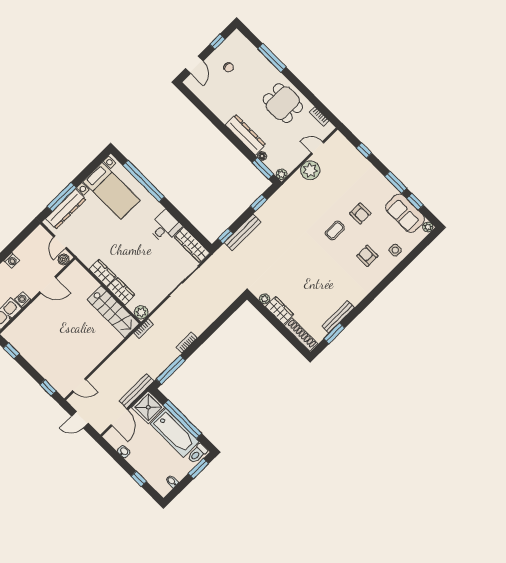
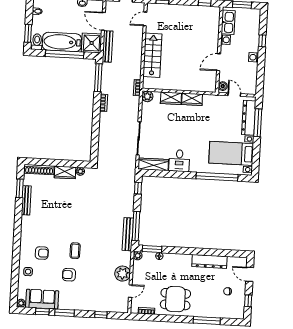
dresser: (245, 135) -> (209, 261), moved
window: (259, 203) -> (136, 226), width x2.17
bench: (243, 232) -> (128, 234), moved
stairs: (113, 312) -> (152, 55), moved, turned 90

